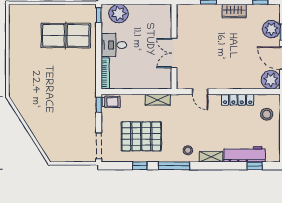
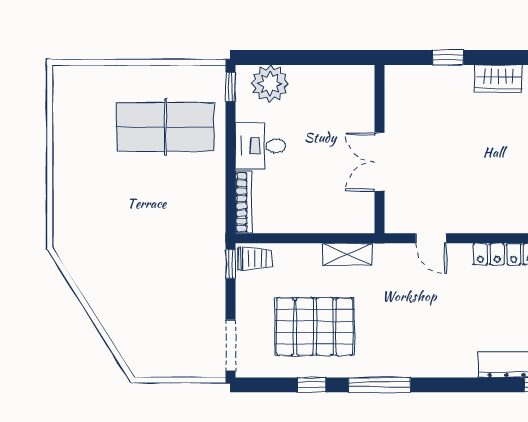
stool: (188, 150) -> (407, 354), removed
shelving: (211, 157) -> (453, 367), removed

